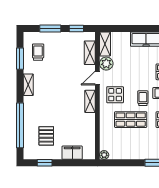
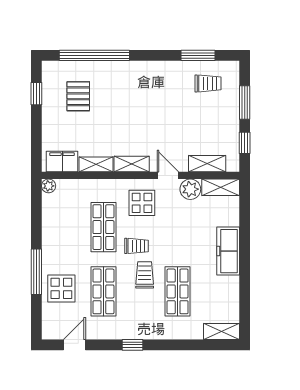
shelving: (28, 85) -> (96, 164), moved
pallet: (46, 136) -> (78, 96), turned 90
filing cabinet: (72, 153) -> (62, 161), moved, turned -90

